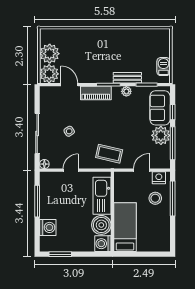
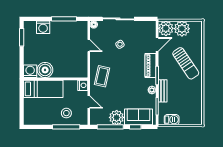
sun lounger: (93, 49) -> (186, 63), added
nightstand: (159, 178) -> (83, 85), moved
kitchen sink: (102, 196) -> (68, 71), removed

